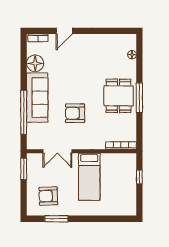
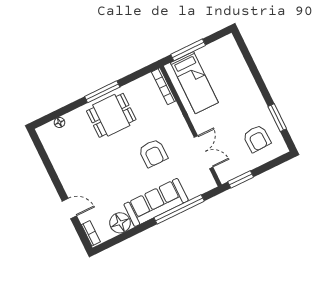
bed: (89, 177) -> (194, 83), moved, turned 90
window: (139, 177) -> (188, 50), width x2.17

